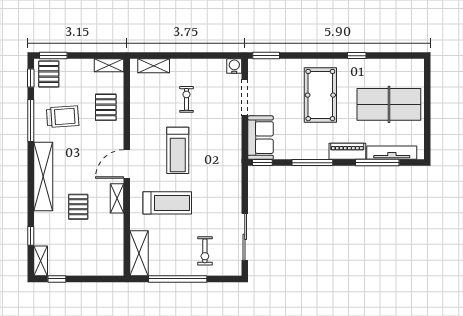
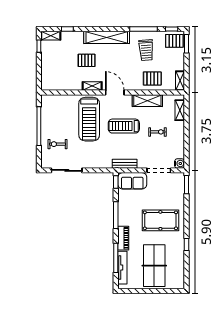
bench: (235, 149) -> (125, 164), added
treadmill: (167, 203) -> (89, 119), width x1.37, depth x1.38
shelving: (139, 253) -> (147, 101), moved

